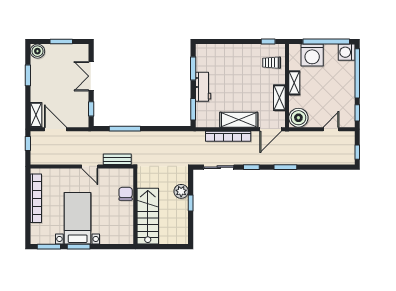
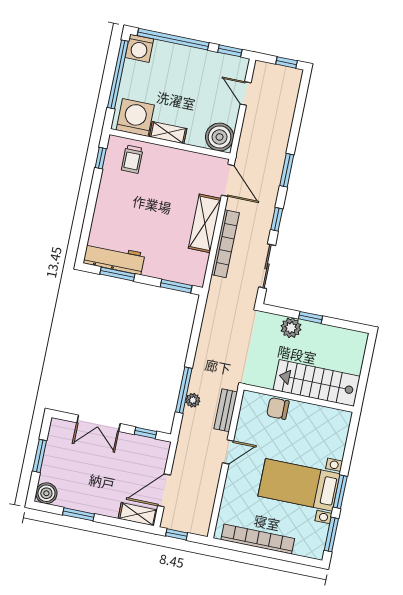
washing machine: (312, 55) -> (135, 117), moved, turned -90
workbench: (203, 87) -> (114, 258), moved, width x1.38
shelving: (279, 98) -> (185, 159), removed
plant: (119, 136) -> (193, 400), added

